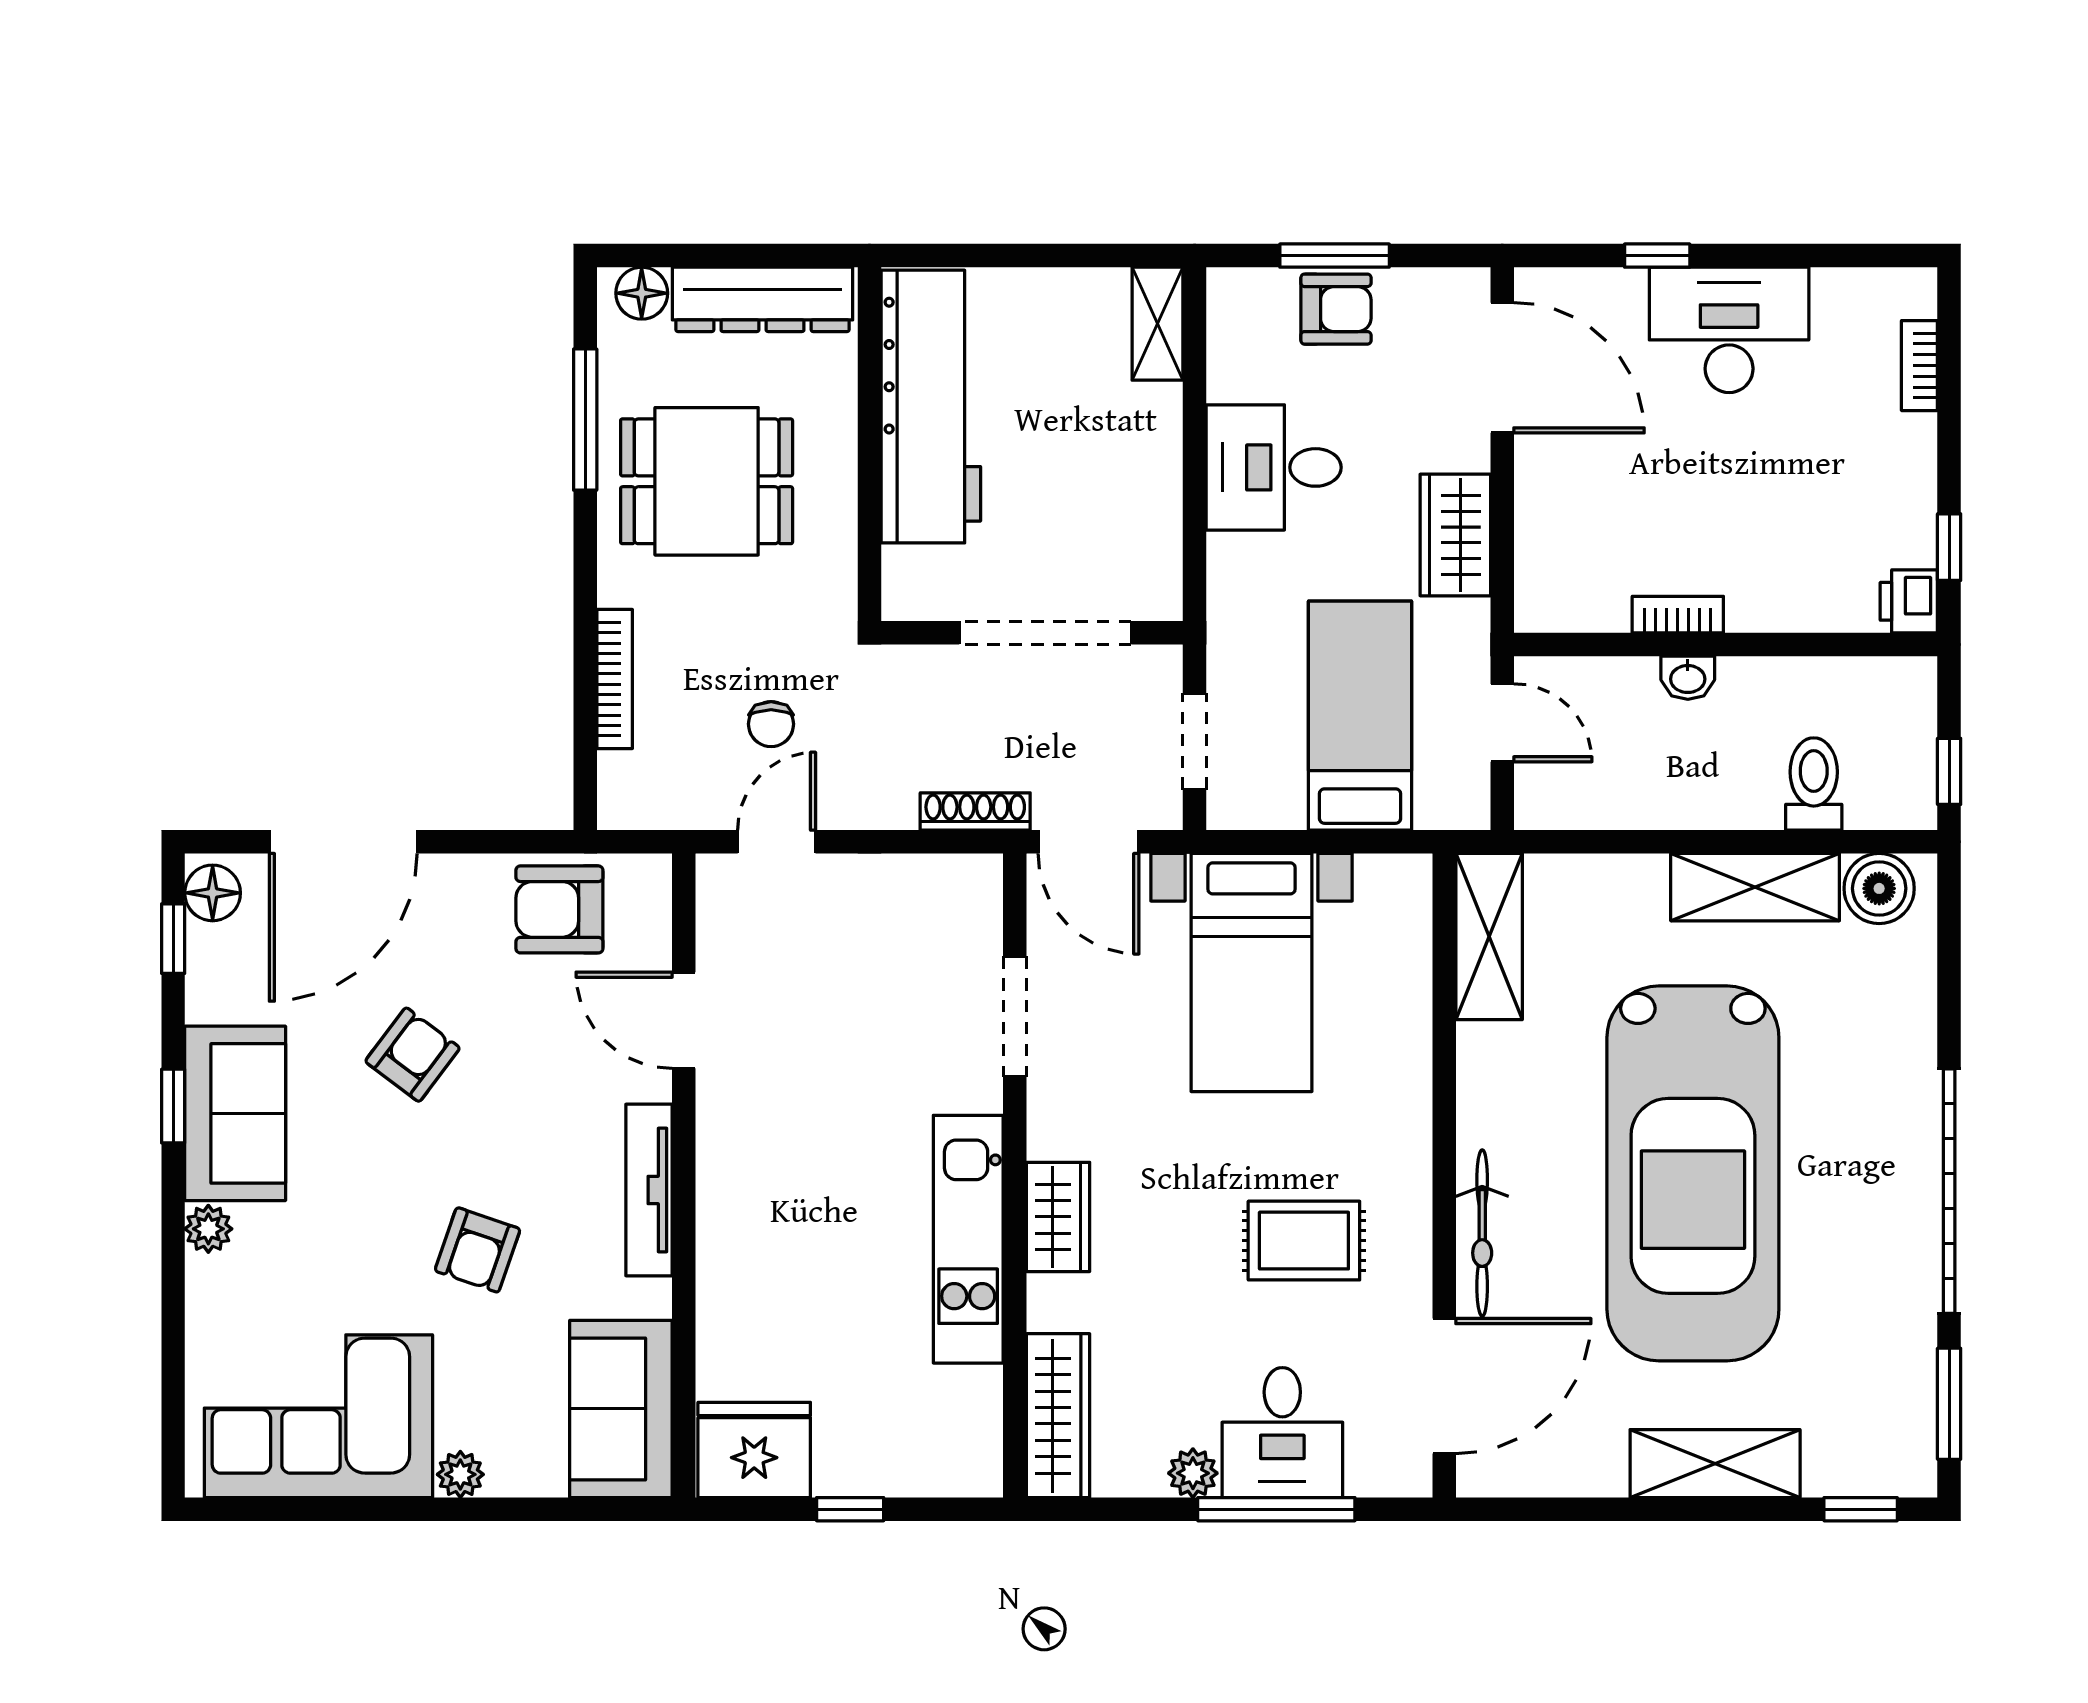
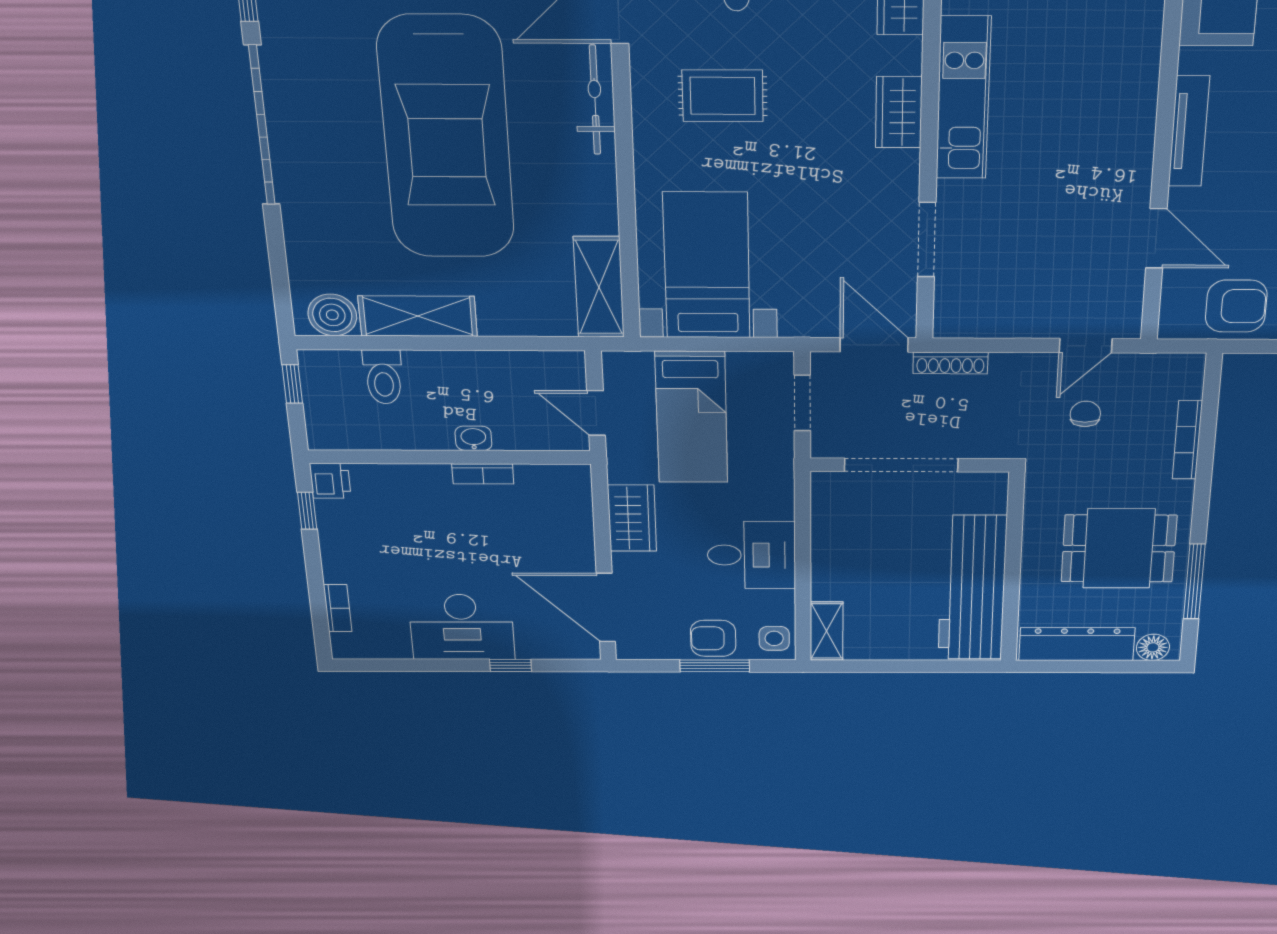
side table: (1240, 309) -> (774, 638), added
bed with nightstands: (1252, 972) -> (707, 266), moved
car: (1693, 1173) -> (446, 138), turned 180

